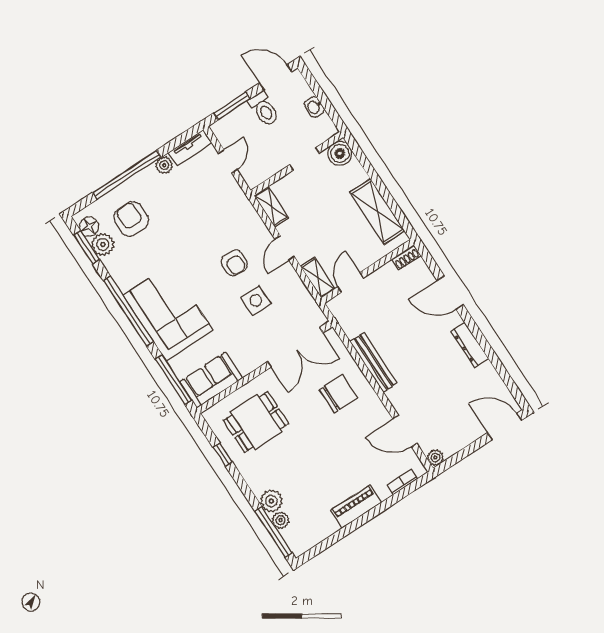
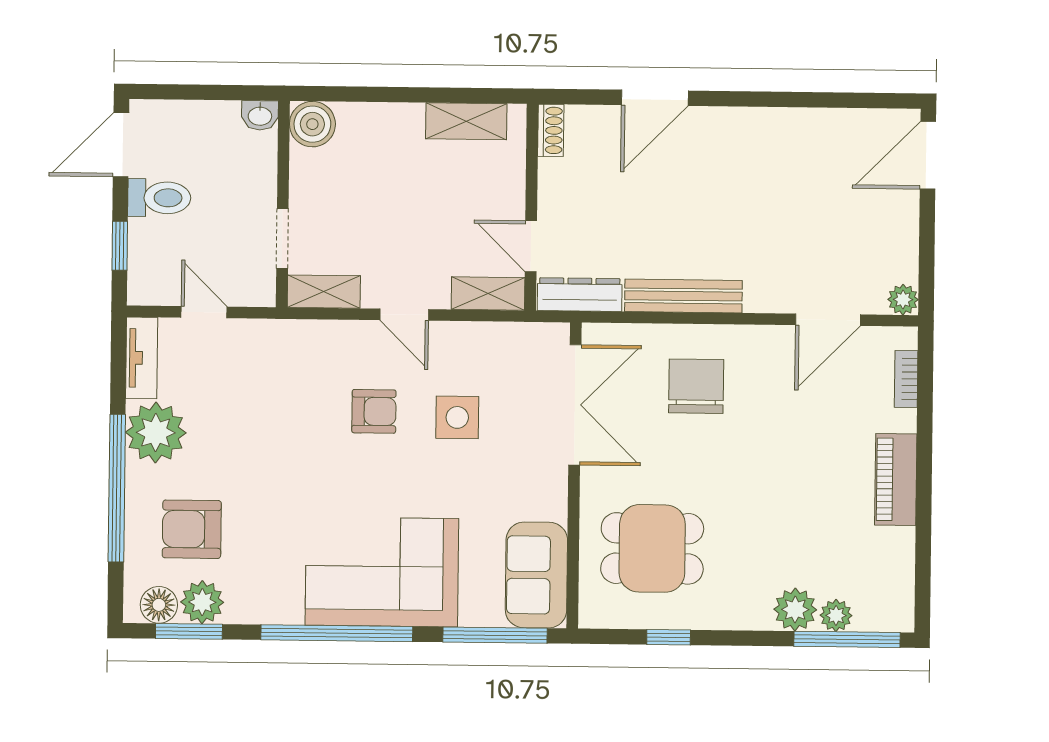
window: (232, 106) -> (120, 246), width x0.67
washbasin: (314, 107) -> (260, 115), moved
doorway: (305, 159) -> (282, 238), moved
plant: (164, 165) -> (156, 433), width x1.88, depth x1.88
shelving: (377, 212) -> (466, 121), width x0.67, depth x0.75
dresser: (470, 345) -> (580, 295), moved, turned 180
dining table: (256, 422) -> (652, 548), turned 90

